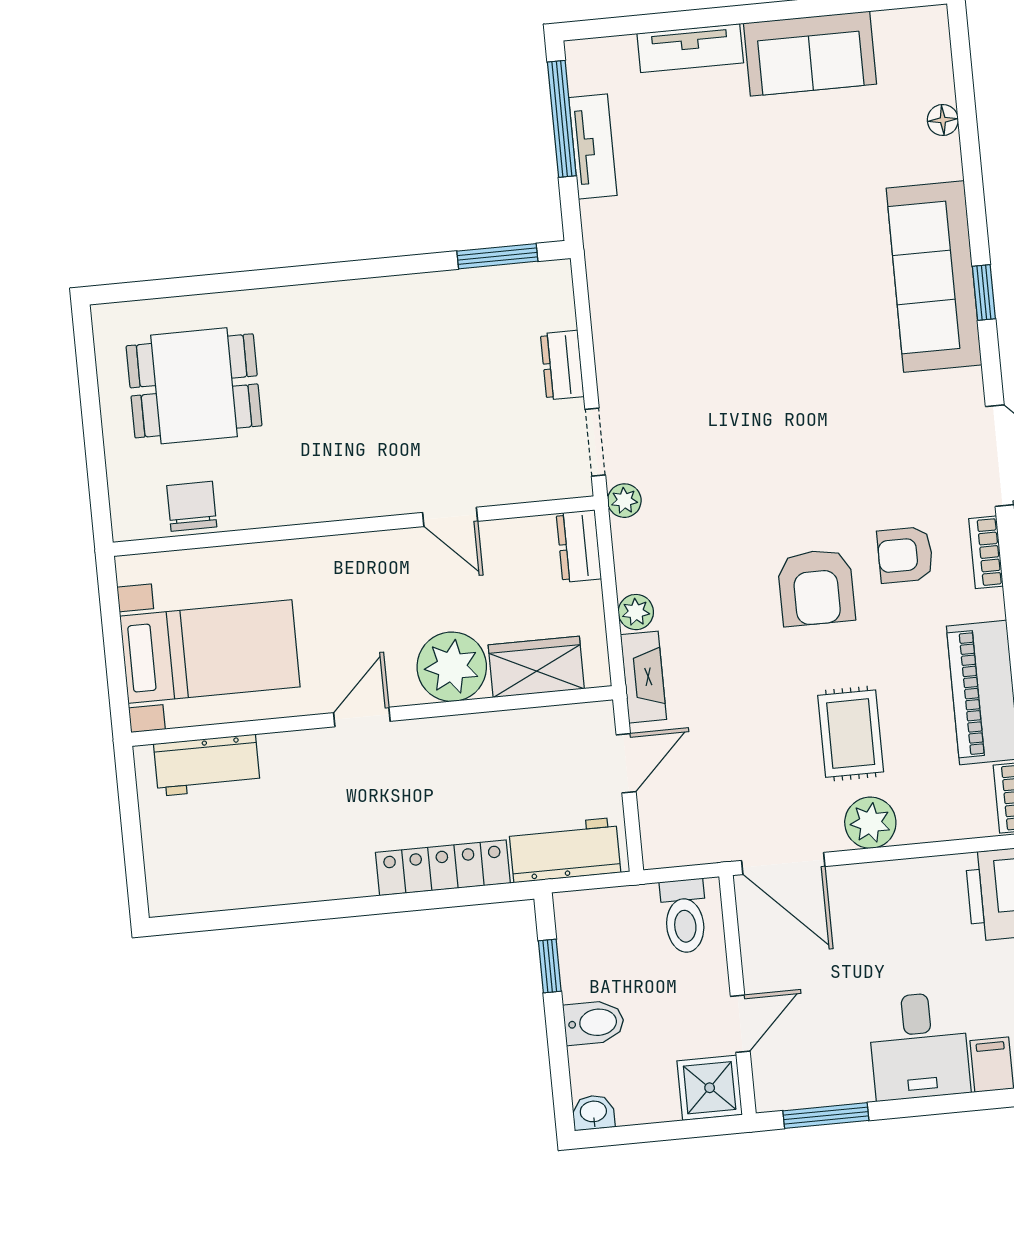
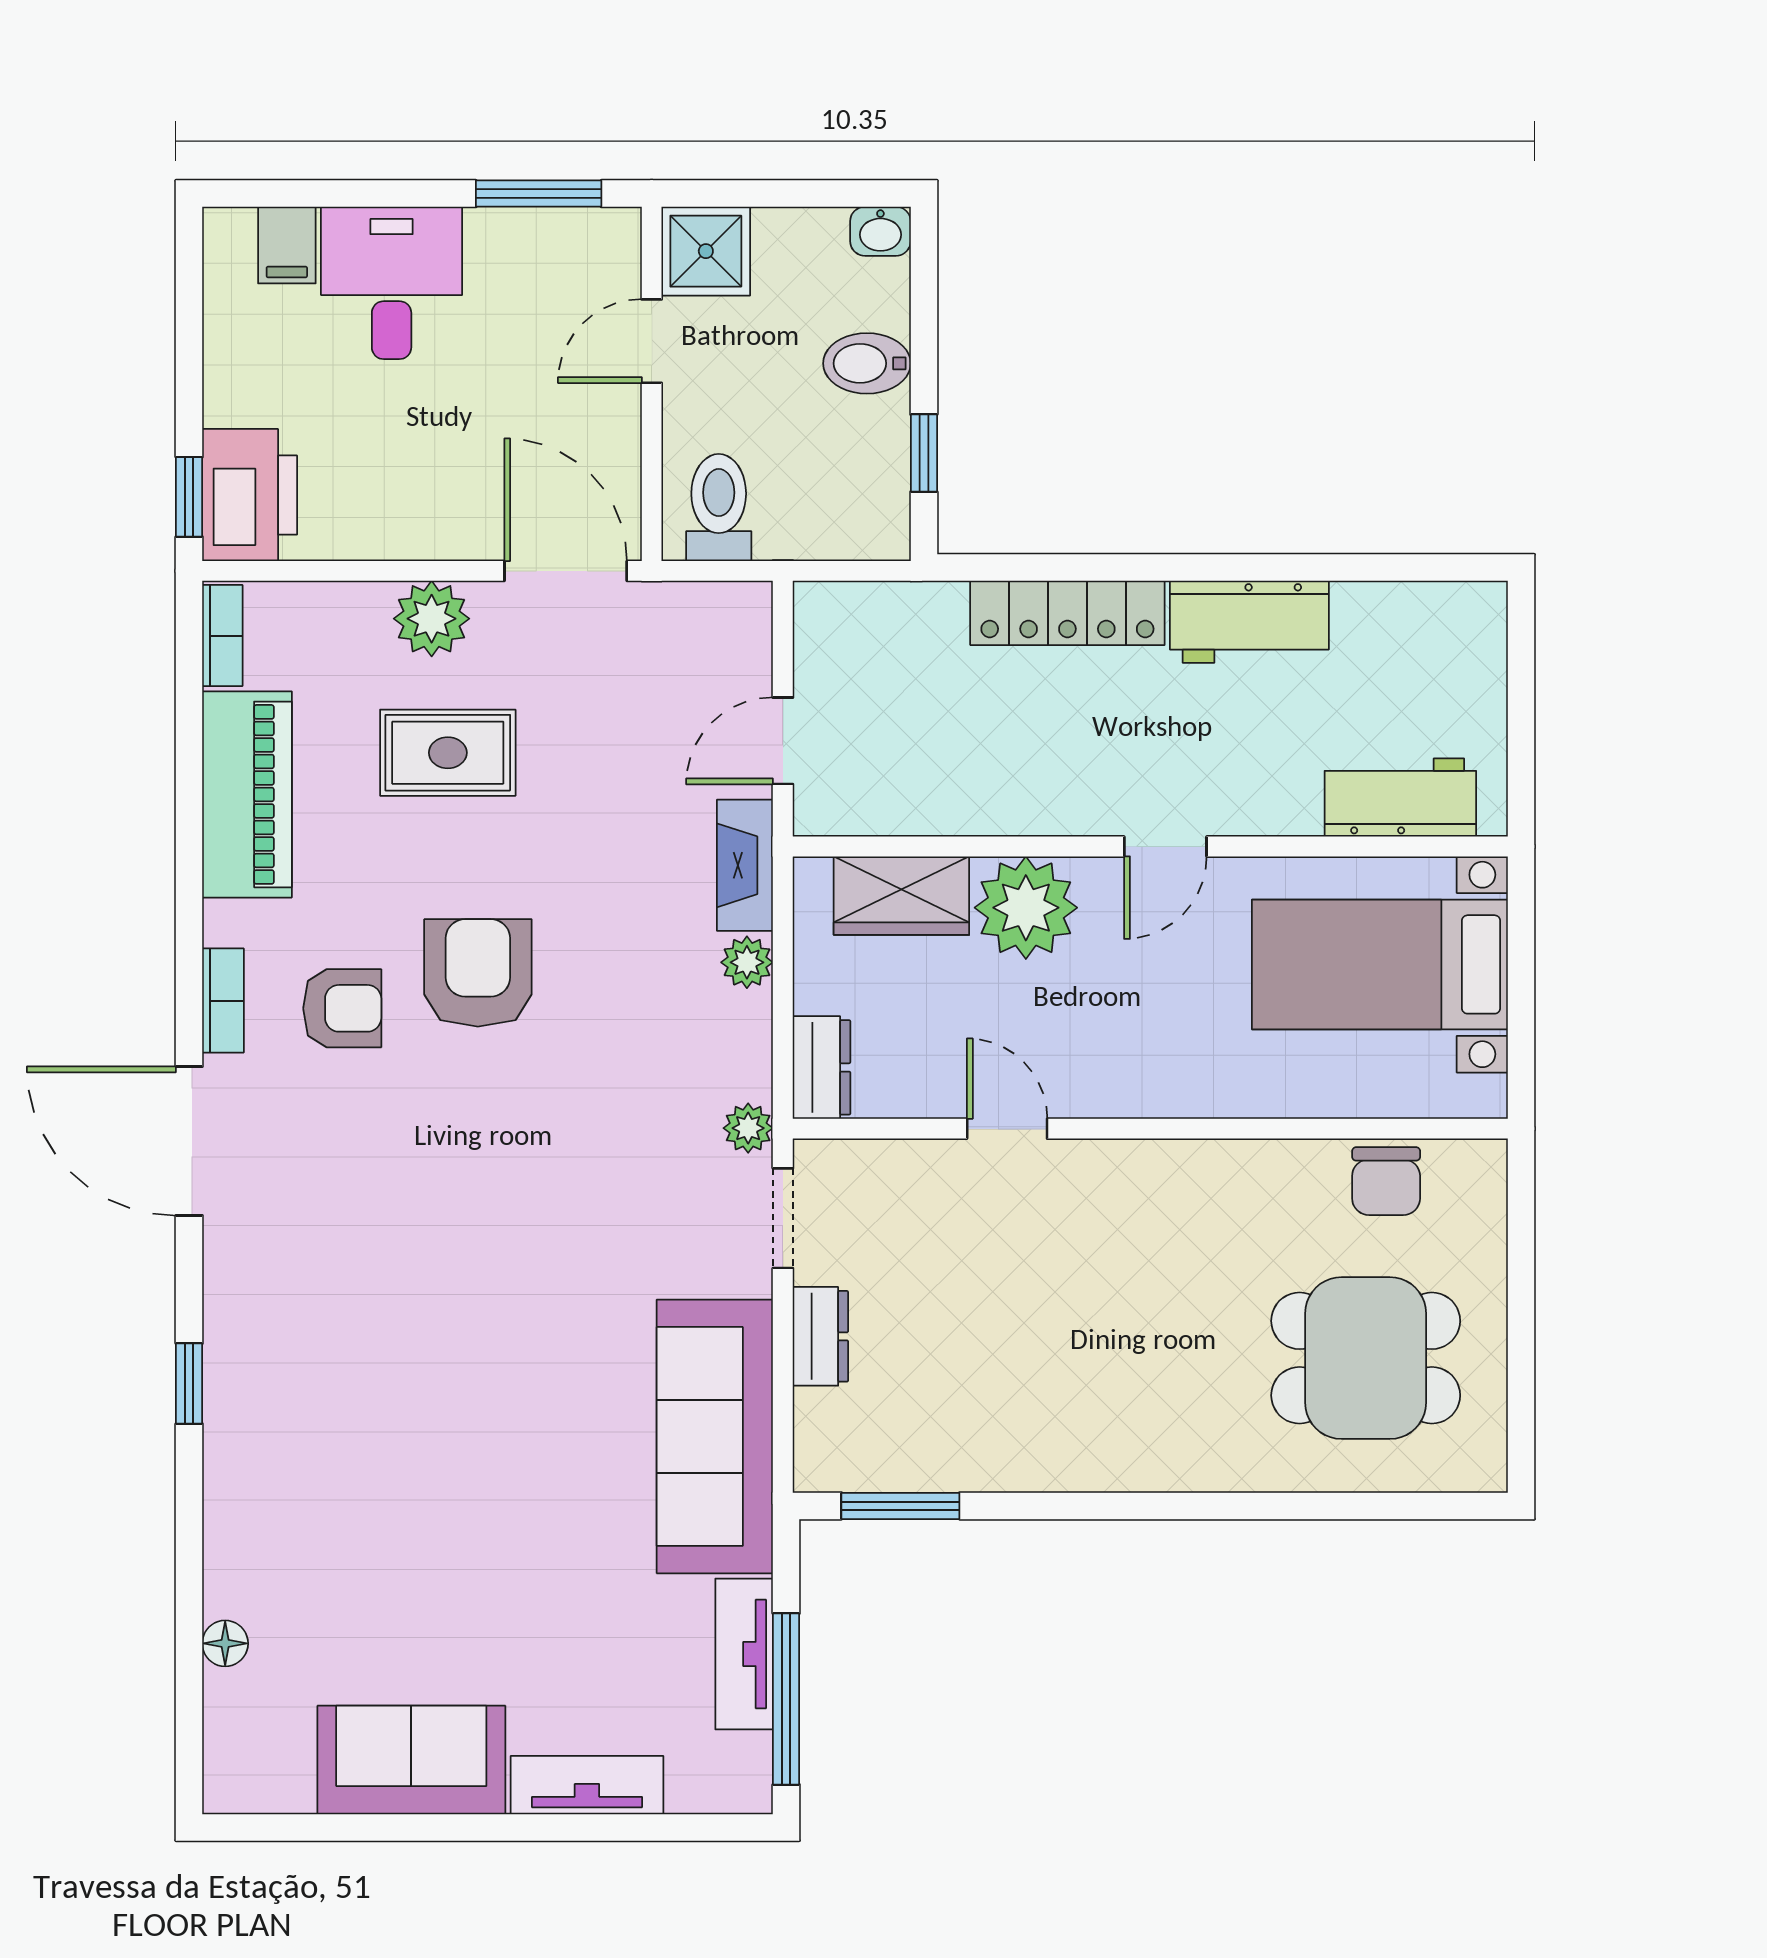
sofa: (934, 276) -> (715, 1436), moved, turned 180
rug: (851, 734) -> (448, 753), turned 90
workbench: (565, 850) -> (1249, 622), moved

